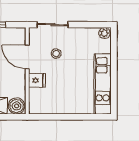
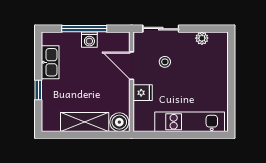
plant: (104, 33) -> (202, 38), moved
kitchen unit: (103, 84) -> (190, 122), moved, turned 90

